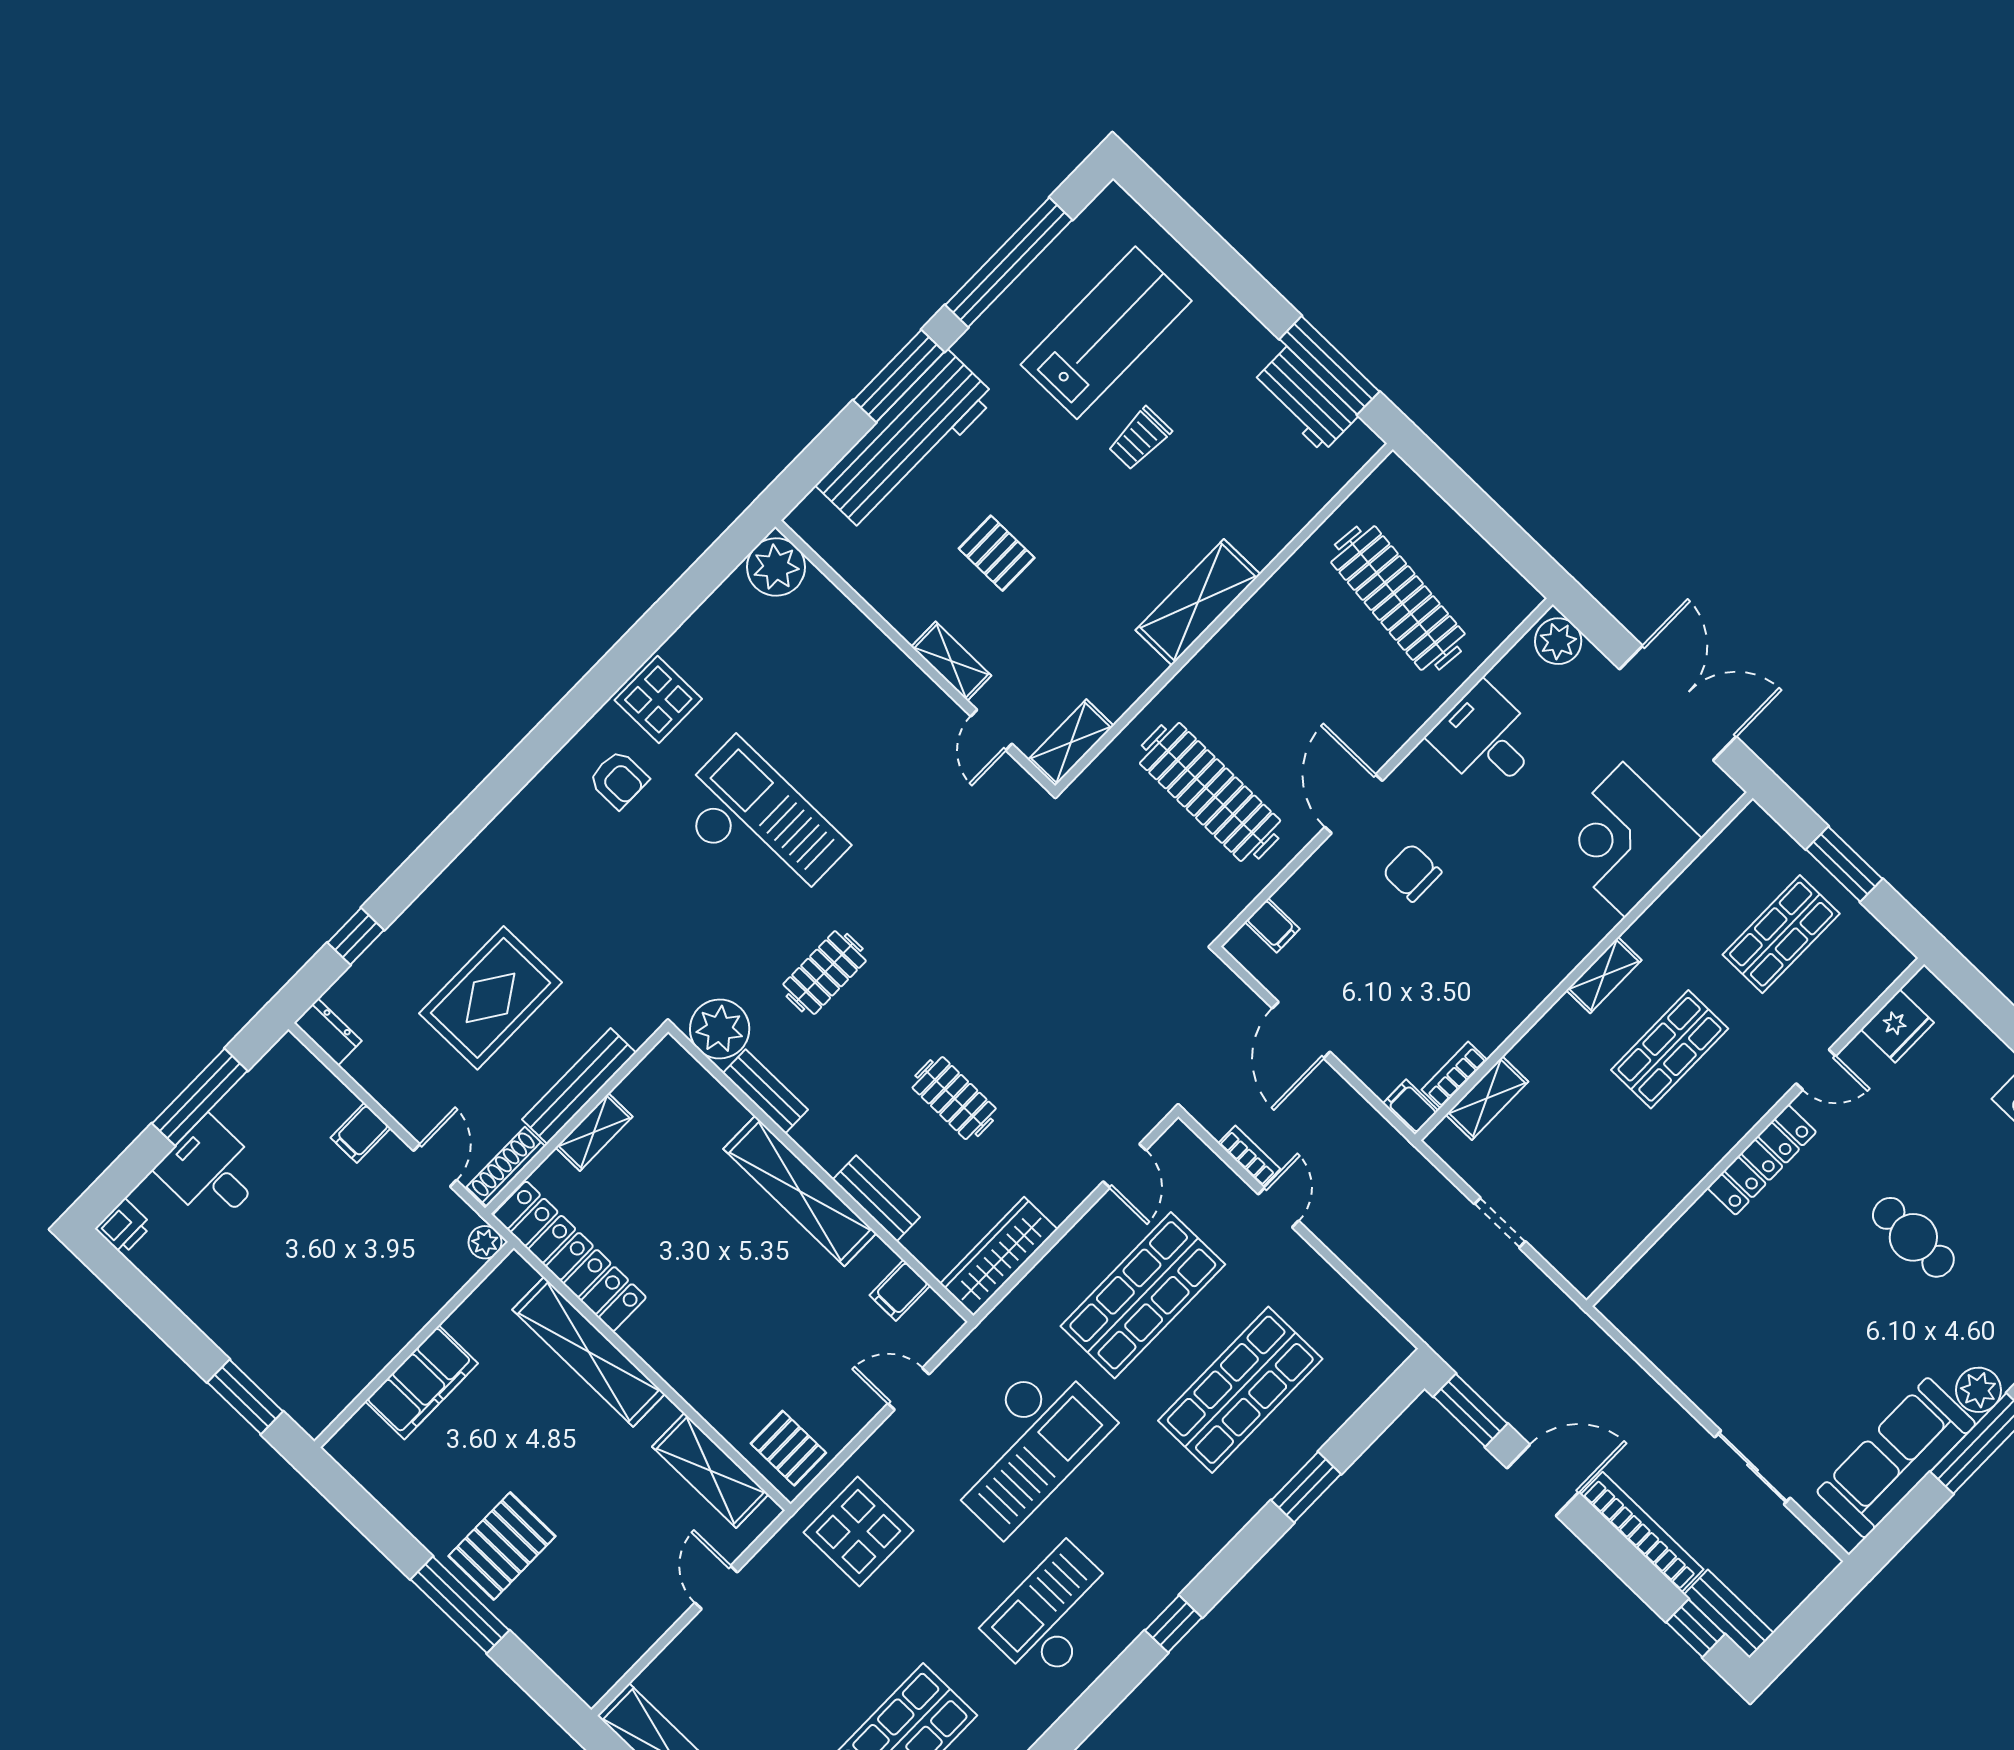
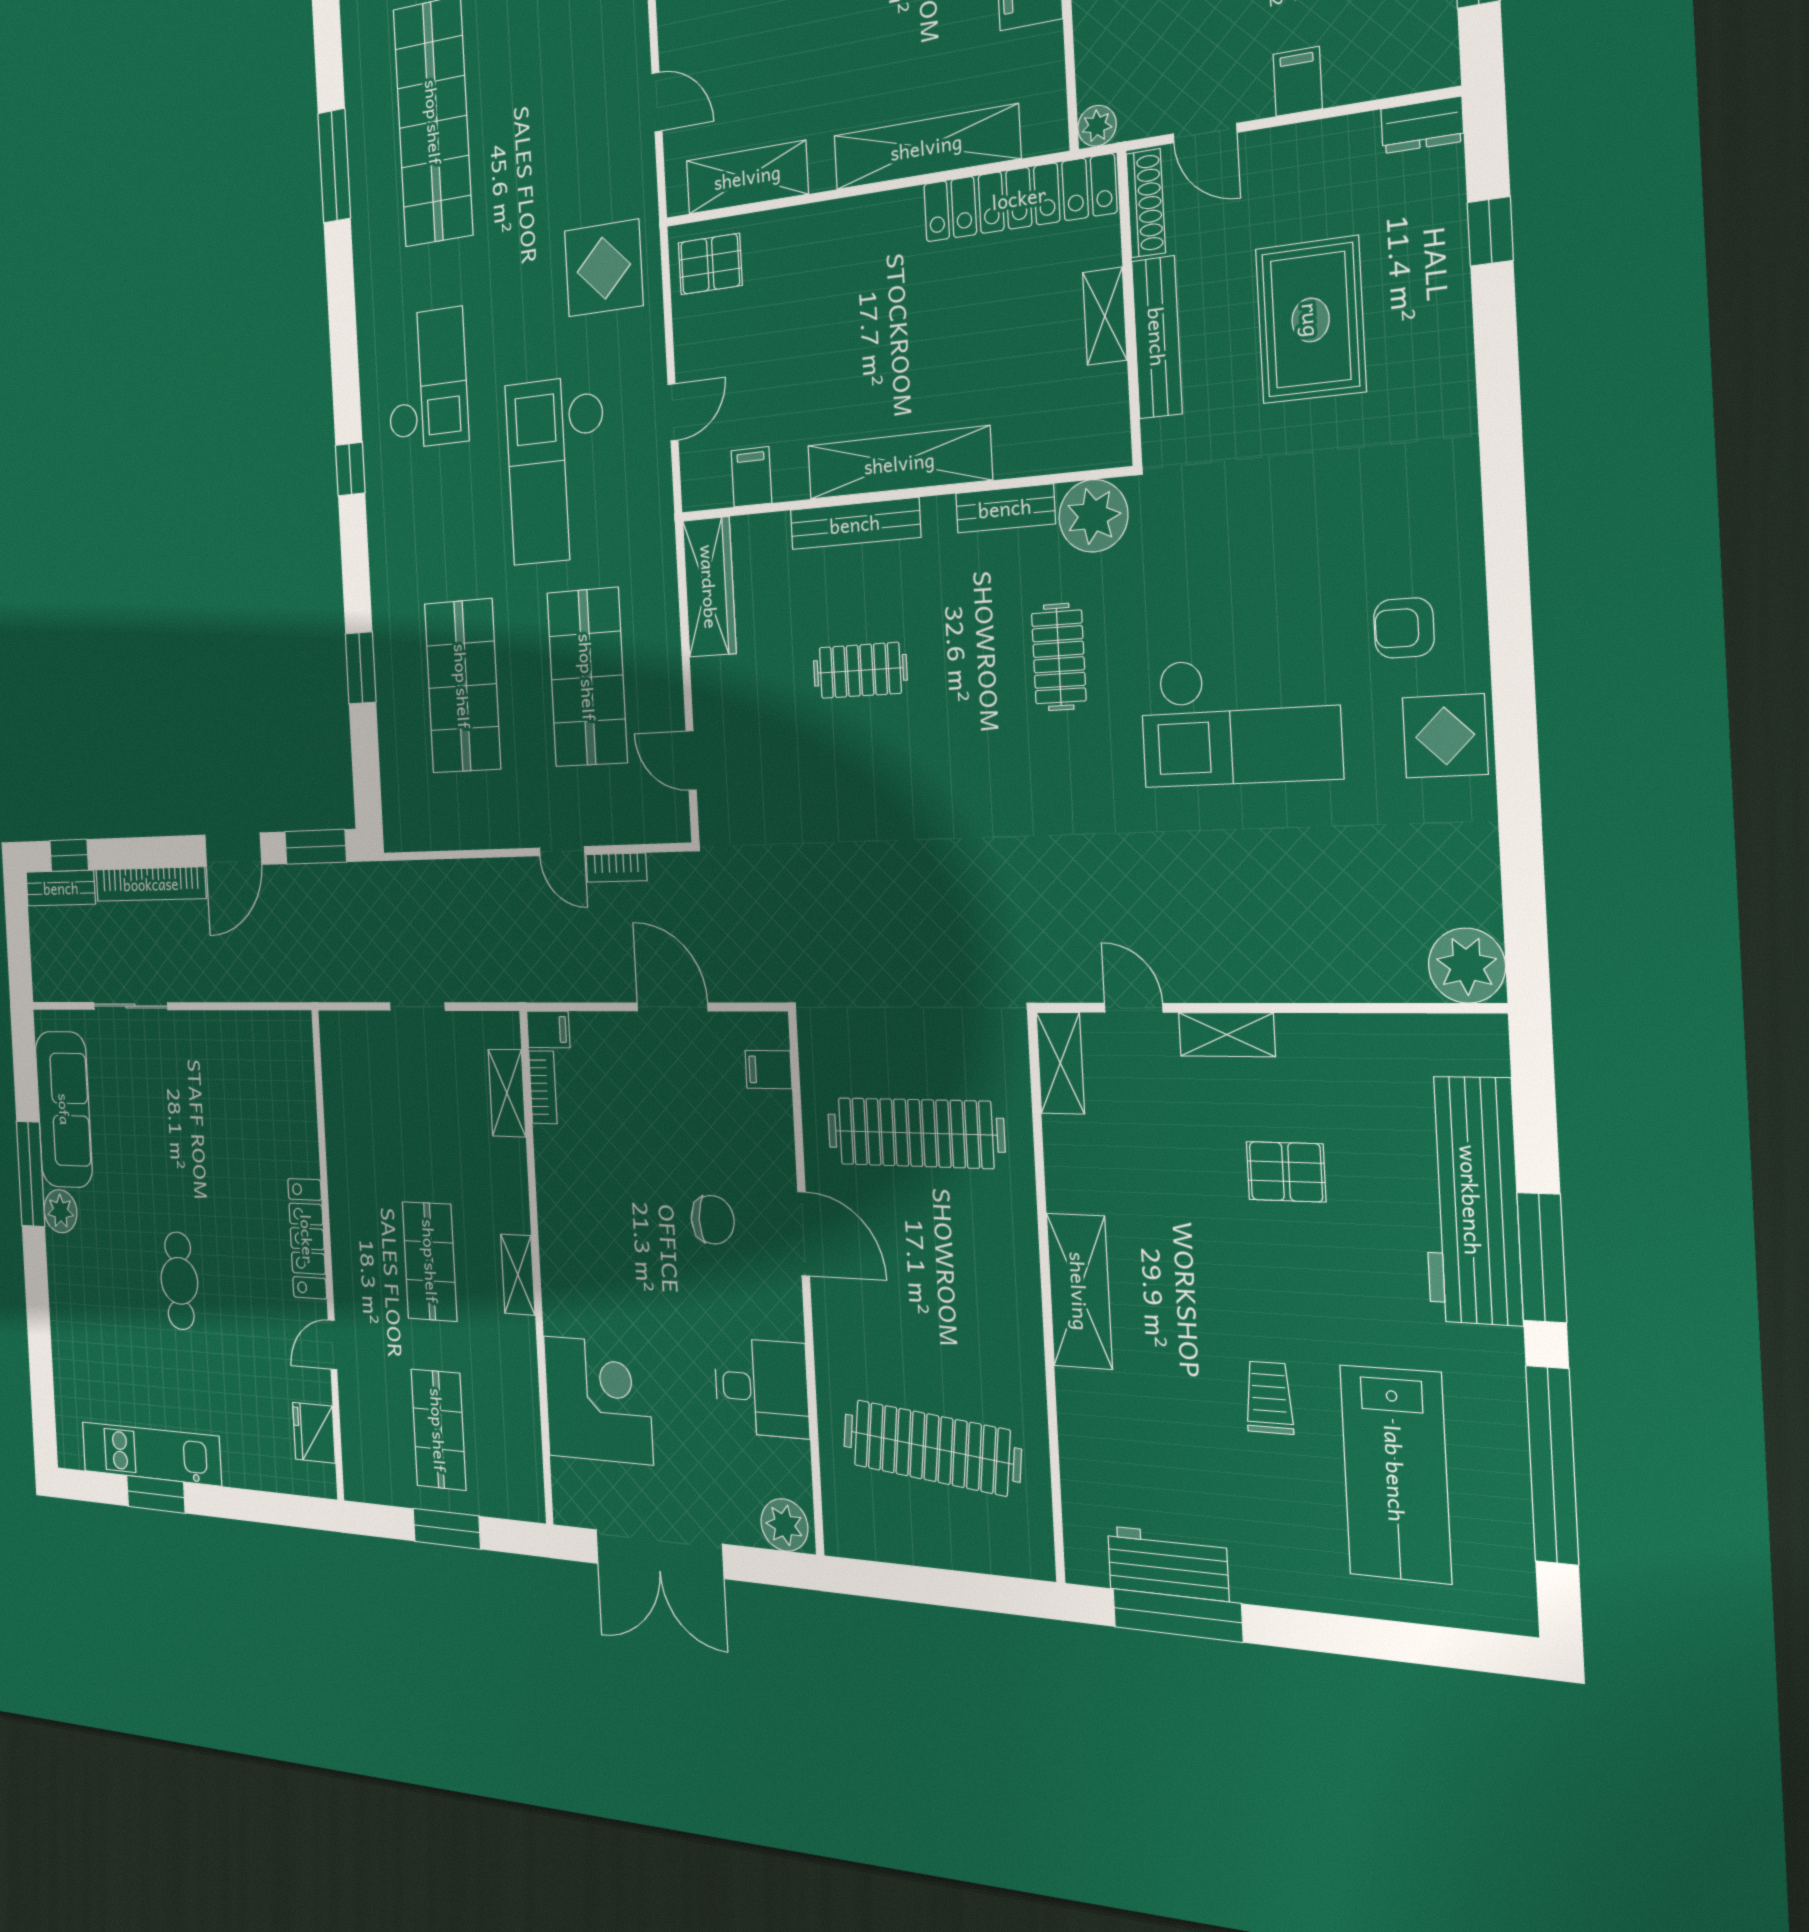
bench: (876, 1198) -> (855, 524), width x1.36
cafe table: (1913, 1237) -> (179, 1281), turned 90

